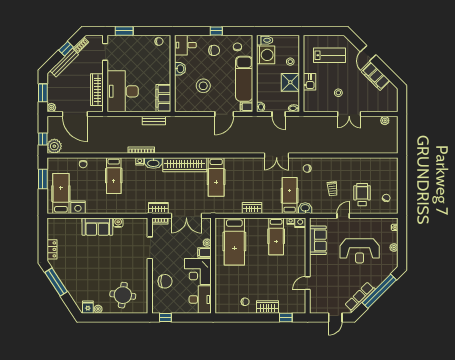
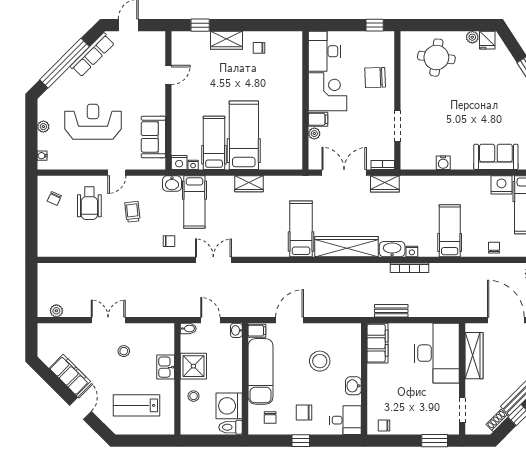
sofa: (97, 227) -> (496, 157), moved
hospital bed: (234, 241) -> (244, 135), moved

